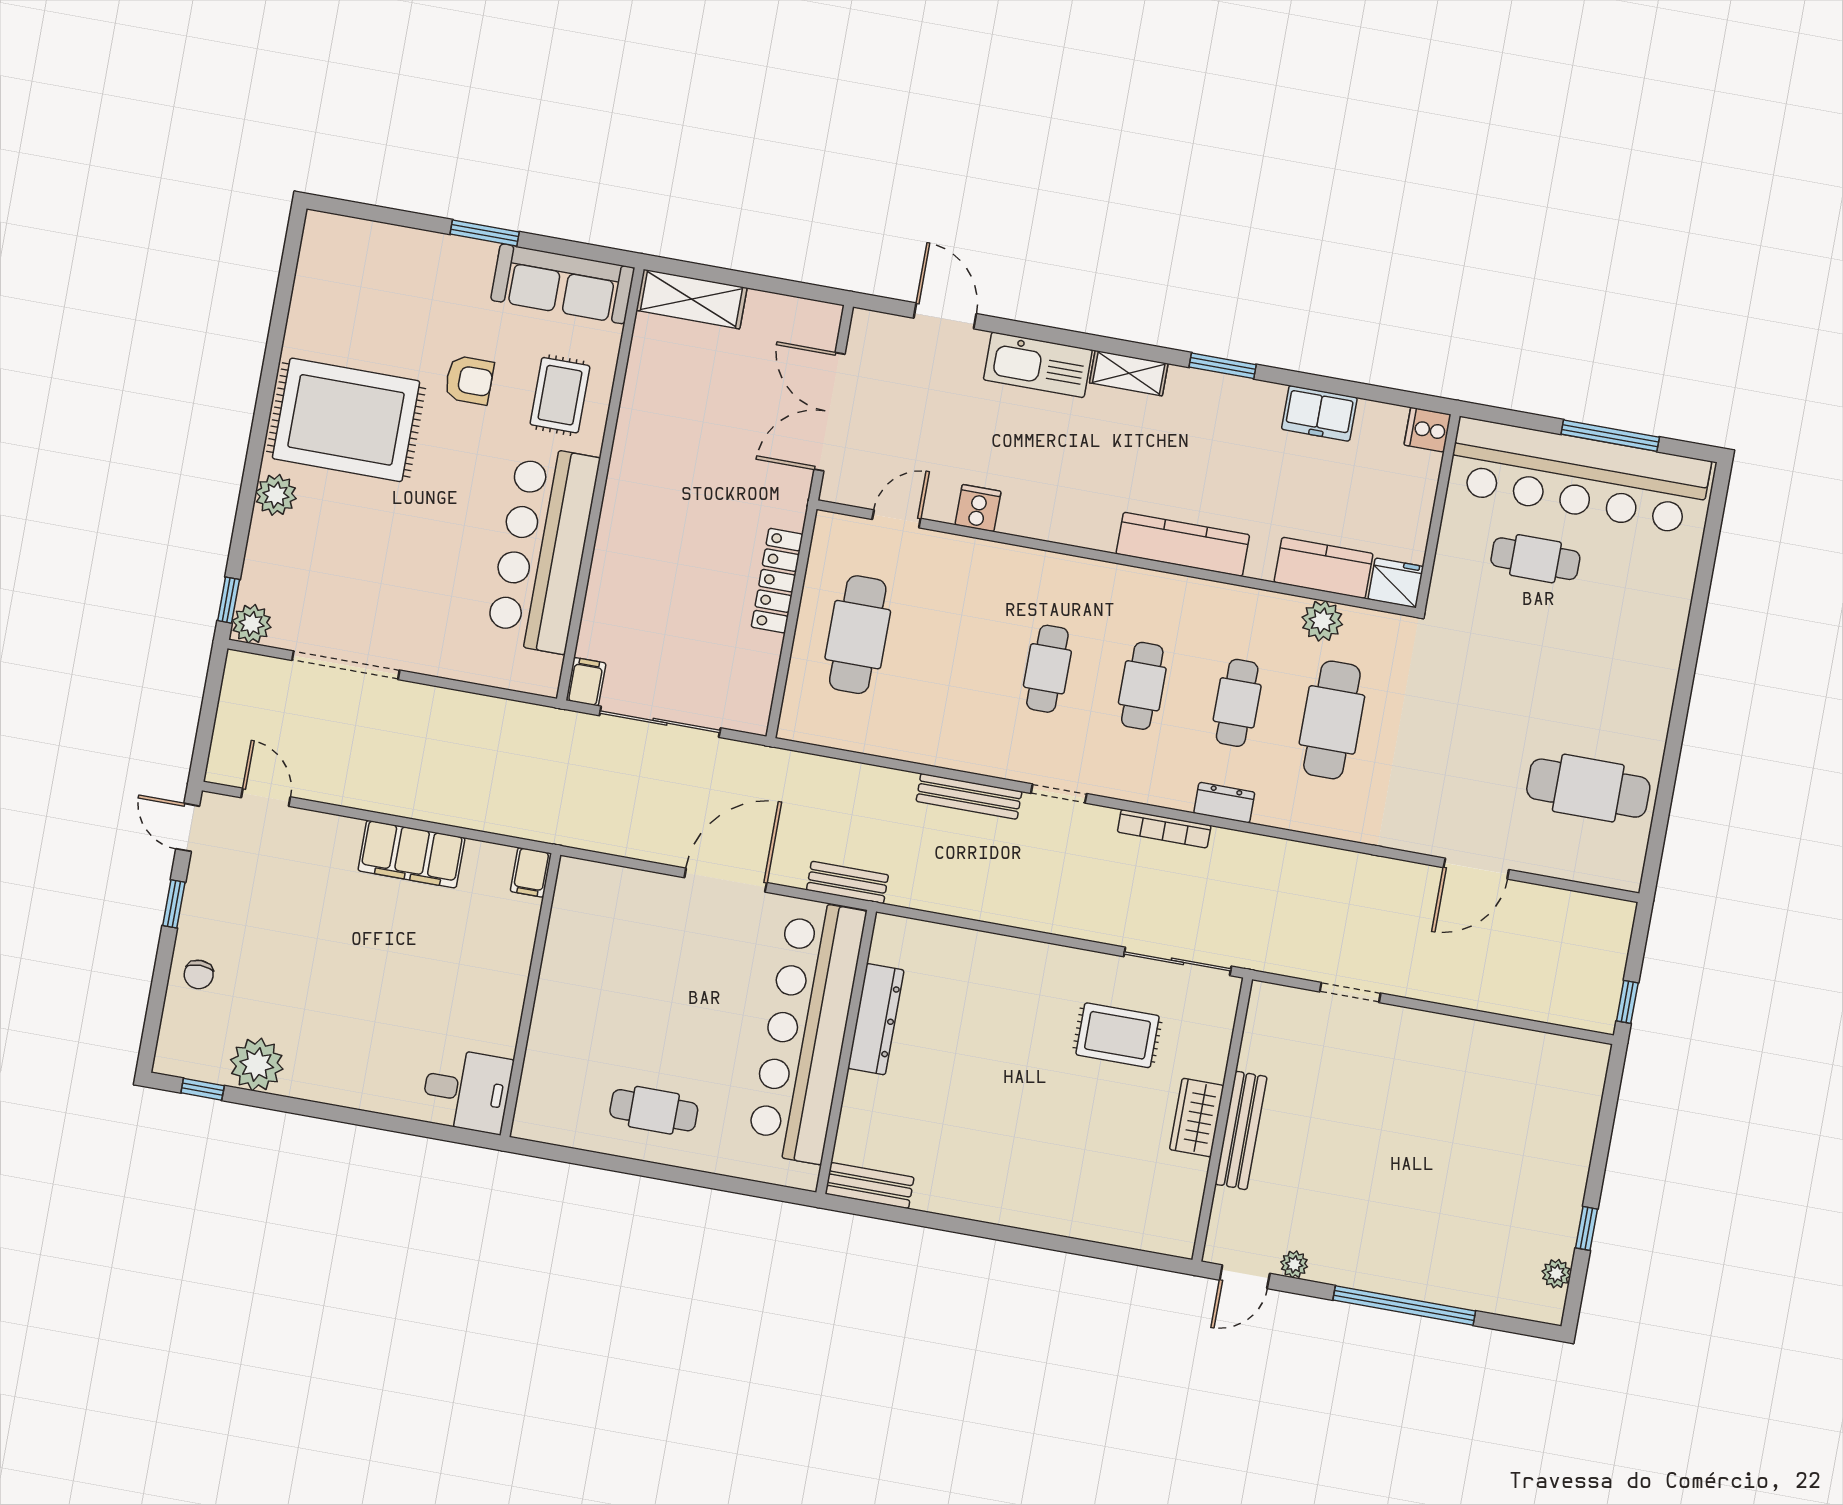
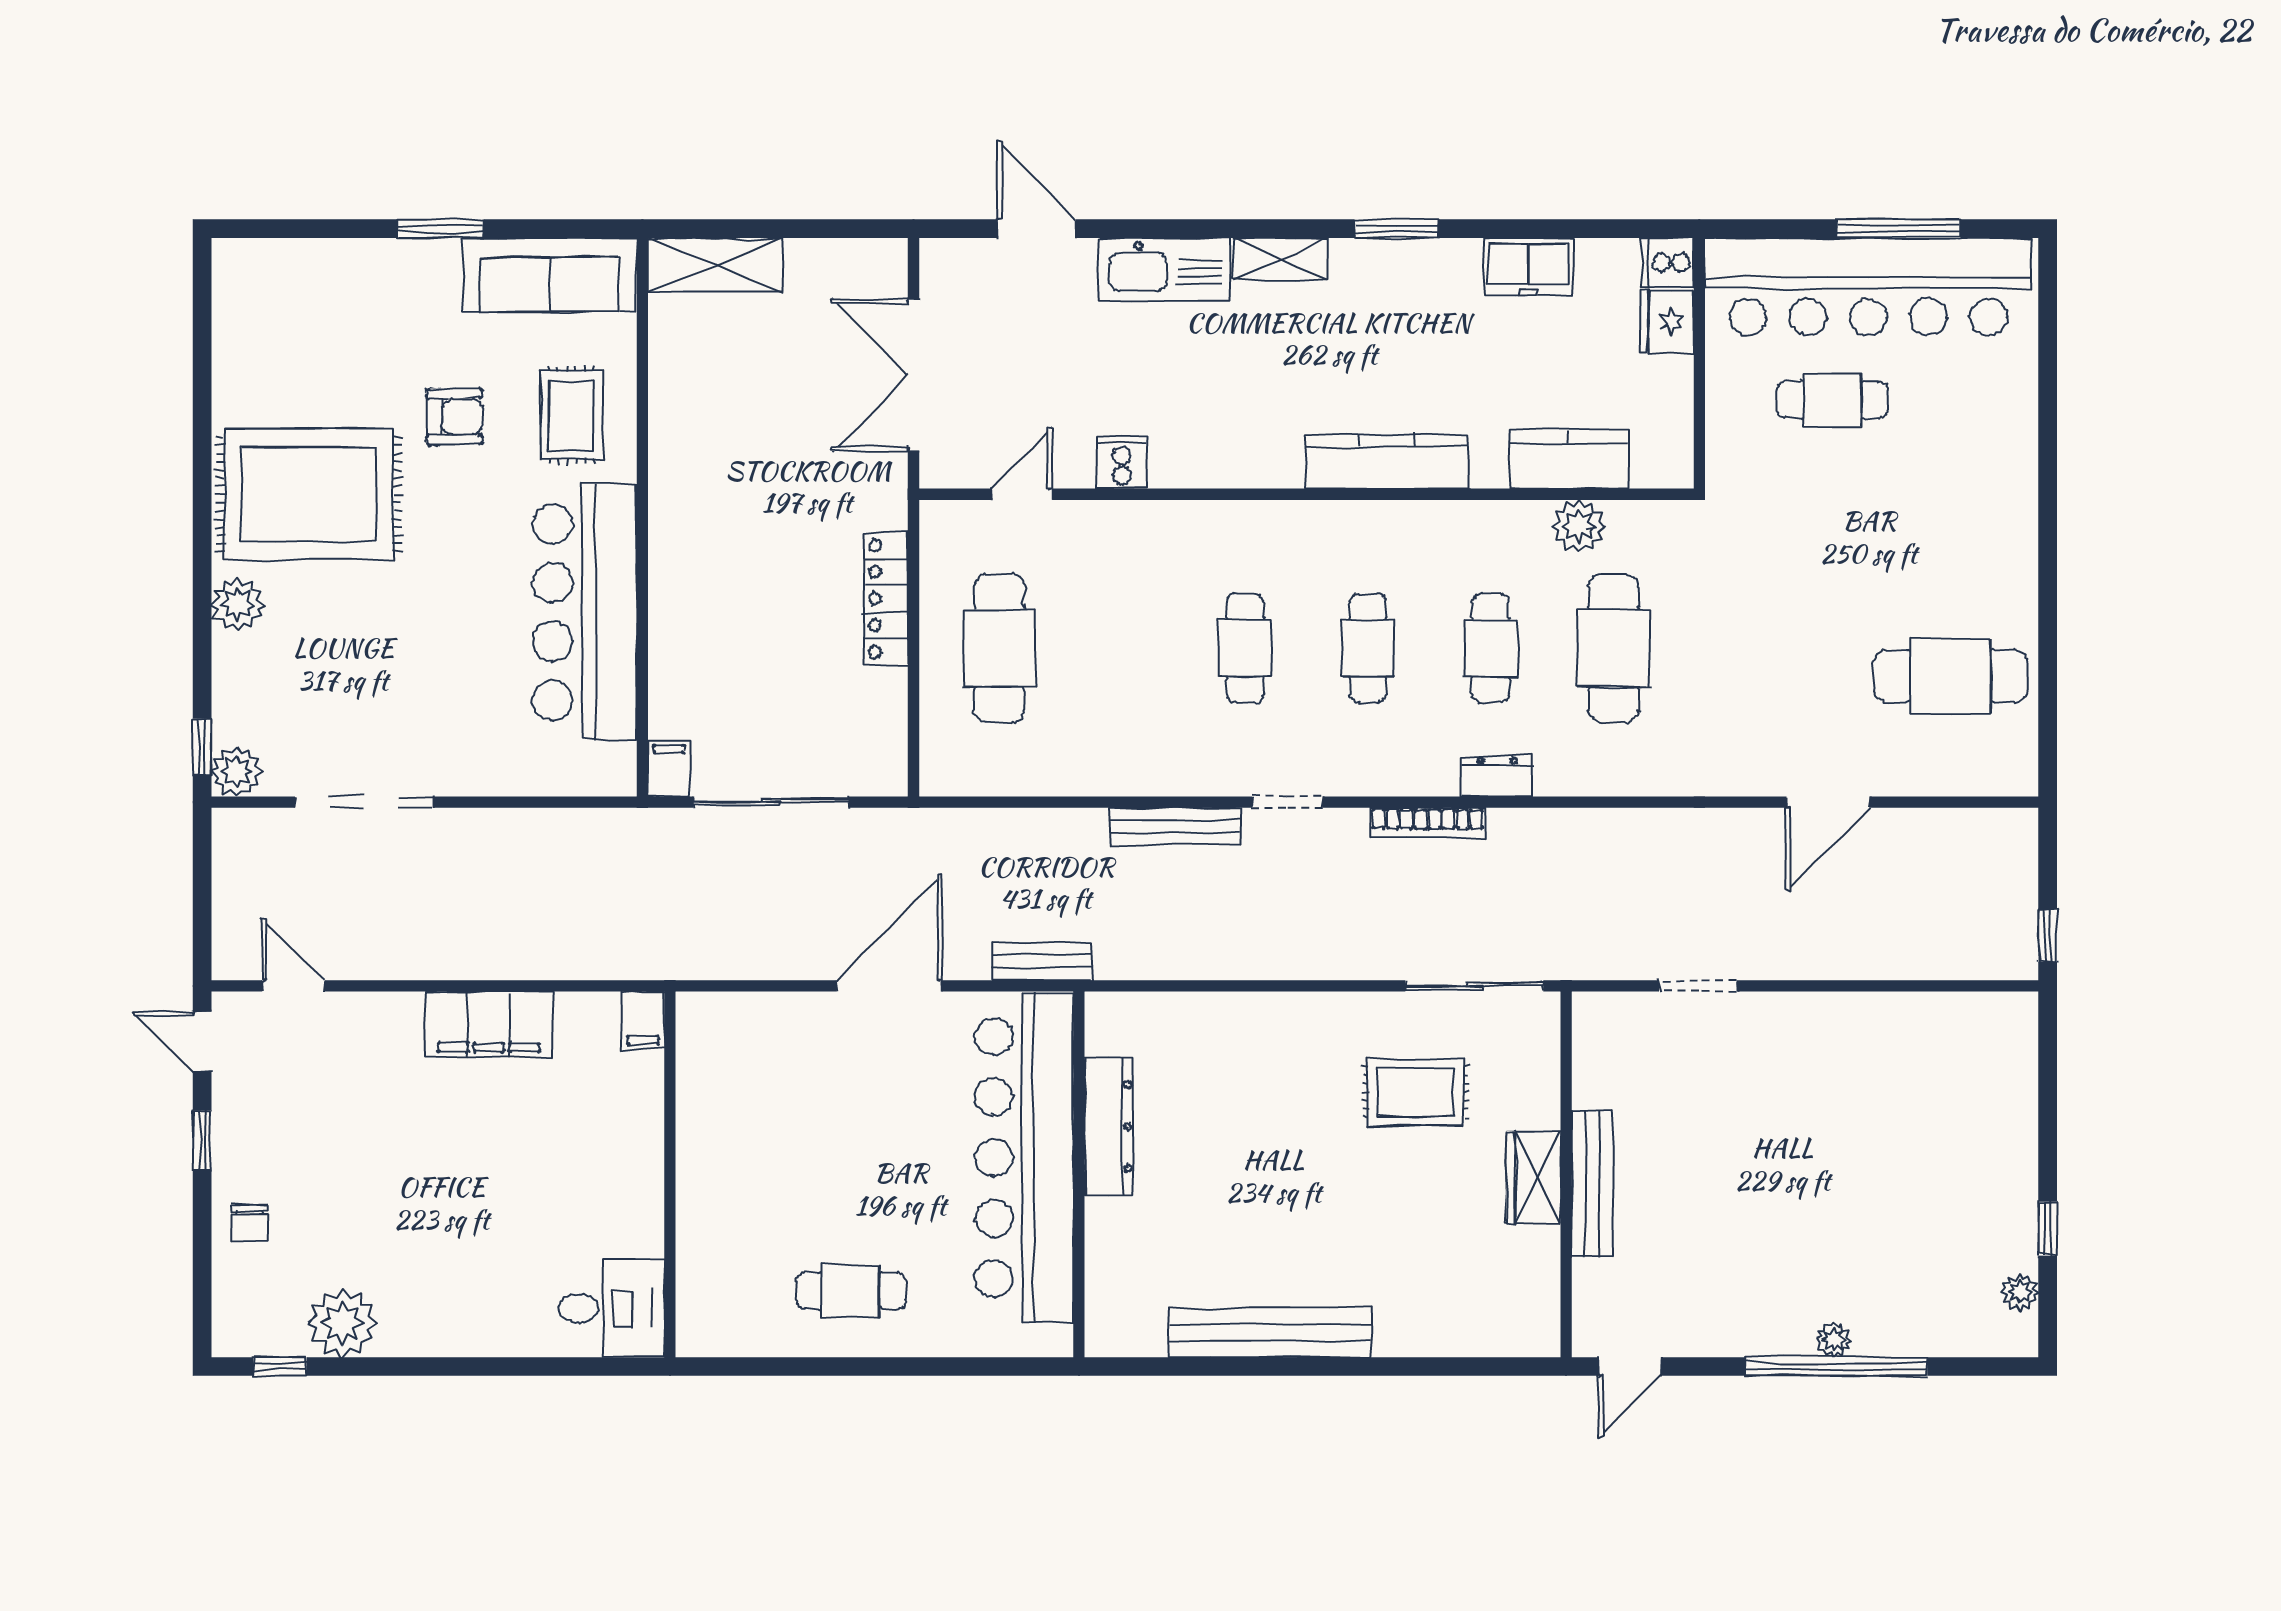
fridge: (1396, 583) -> (1667, 322), moved, turned -90
bench: (870, 1186) -> (1270, 1332), moved, width x1.86, depth x1.21
plant: (1294, 1264) -> (1834, 1340), moved

